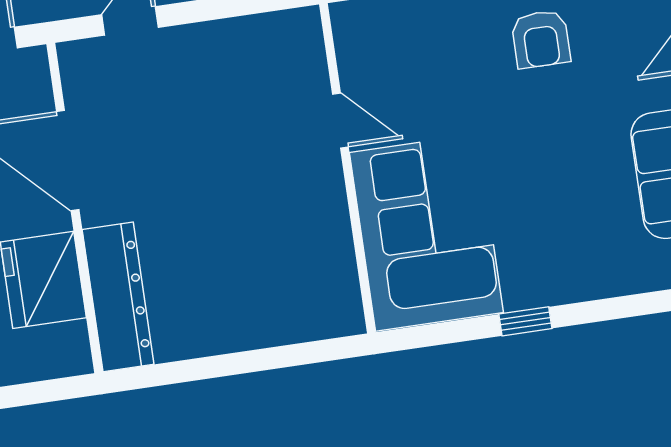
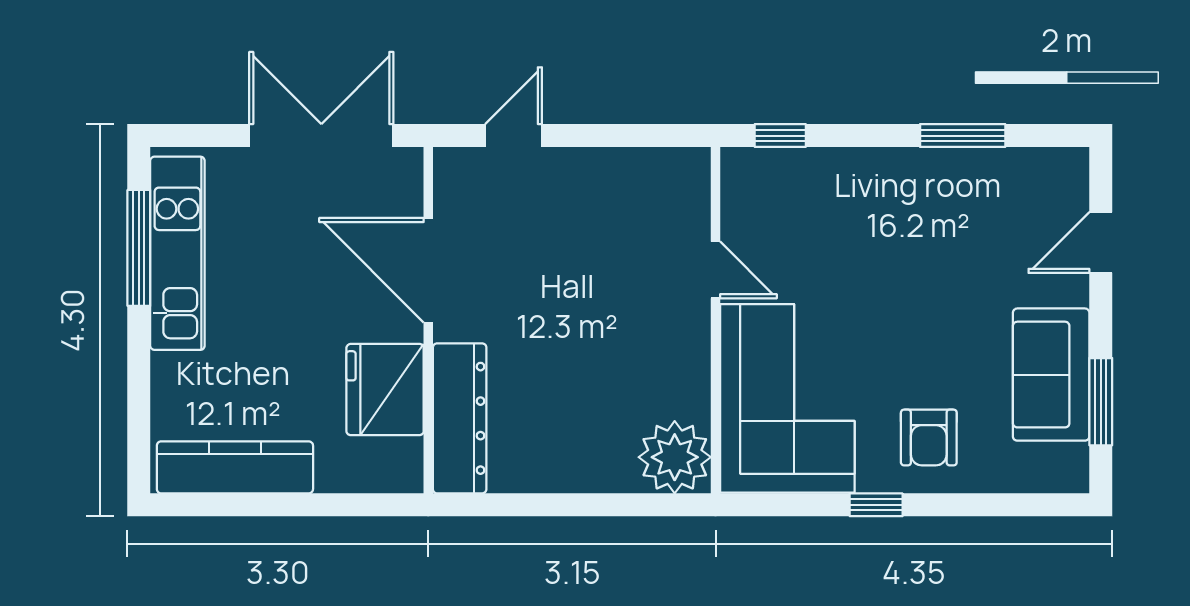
armchair: (541, 39) -> (929, 437), moved
plant: (328, 304) -> (675, 457), added

